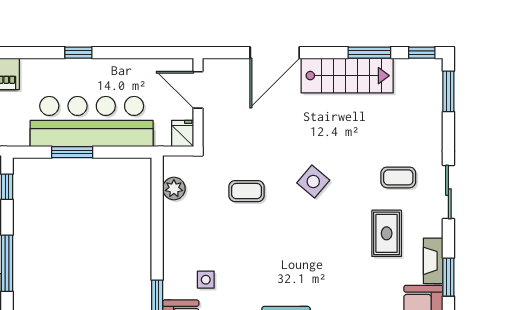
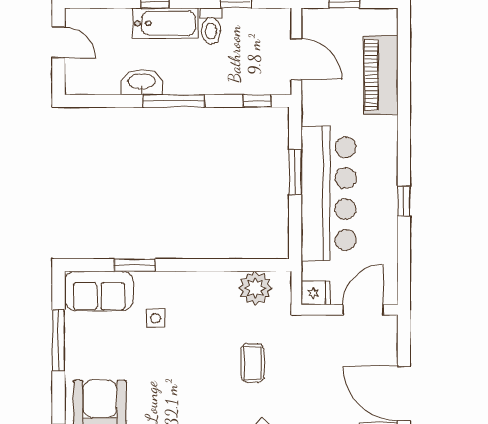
window: (78, 53) -> (404, 201), moved
plant: (174, 188) -> (255, 288), width x1.36, depth x1.36

